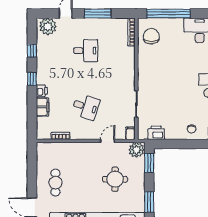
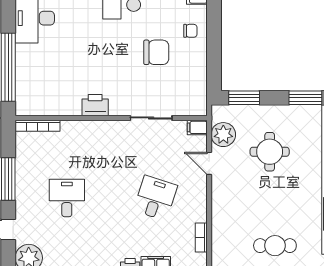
chair: (151, 36) -> (156, 52), moved, turned 180
printer: (156, 133) -> (95, 105), moved, turned 90
plant: (137, 150) -> (223, 135), moved

